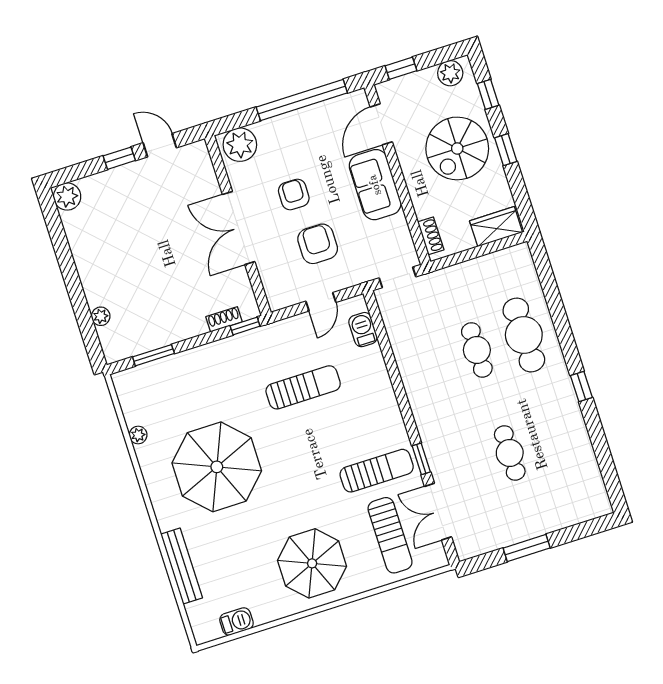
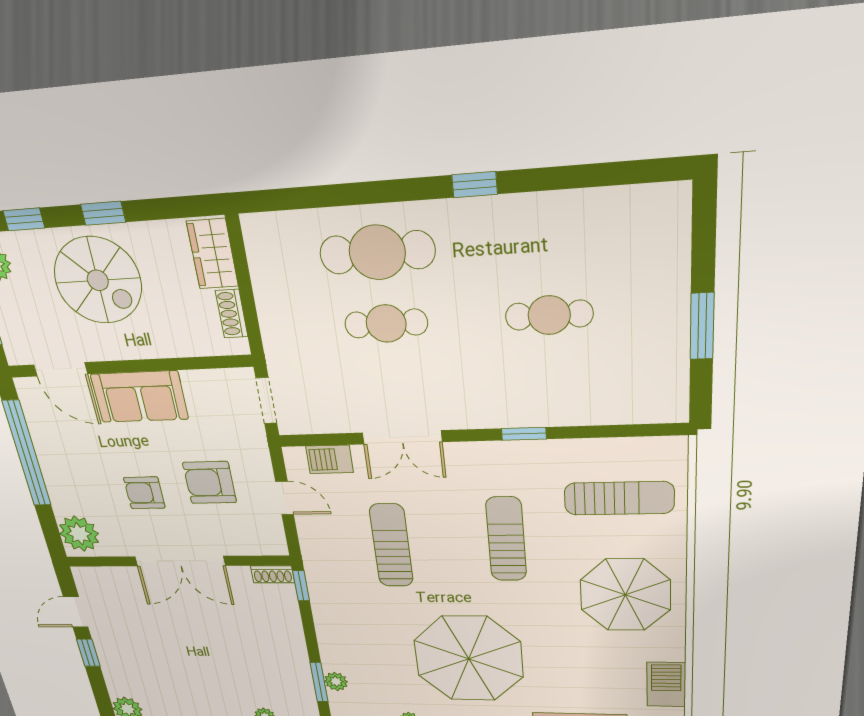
shoe rack: (431, 236) -> (232, 314), moved, turned -90
shoe rack: (224, 319) -> (272, 574), moved, turned -90
plant: (159, 369) -> (336, 681), added
sun lounger: (377, 471) -> (506, 539), moved
double door: (438, 512) -> (402, 437), moved
barbecue: (236, 621) -> (666, 684), width x1.38, depth x1.27

